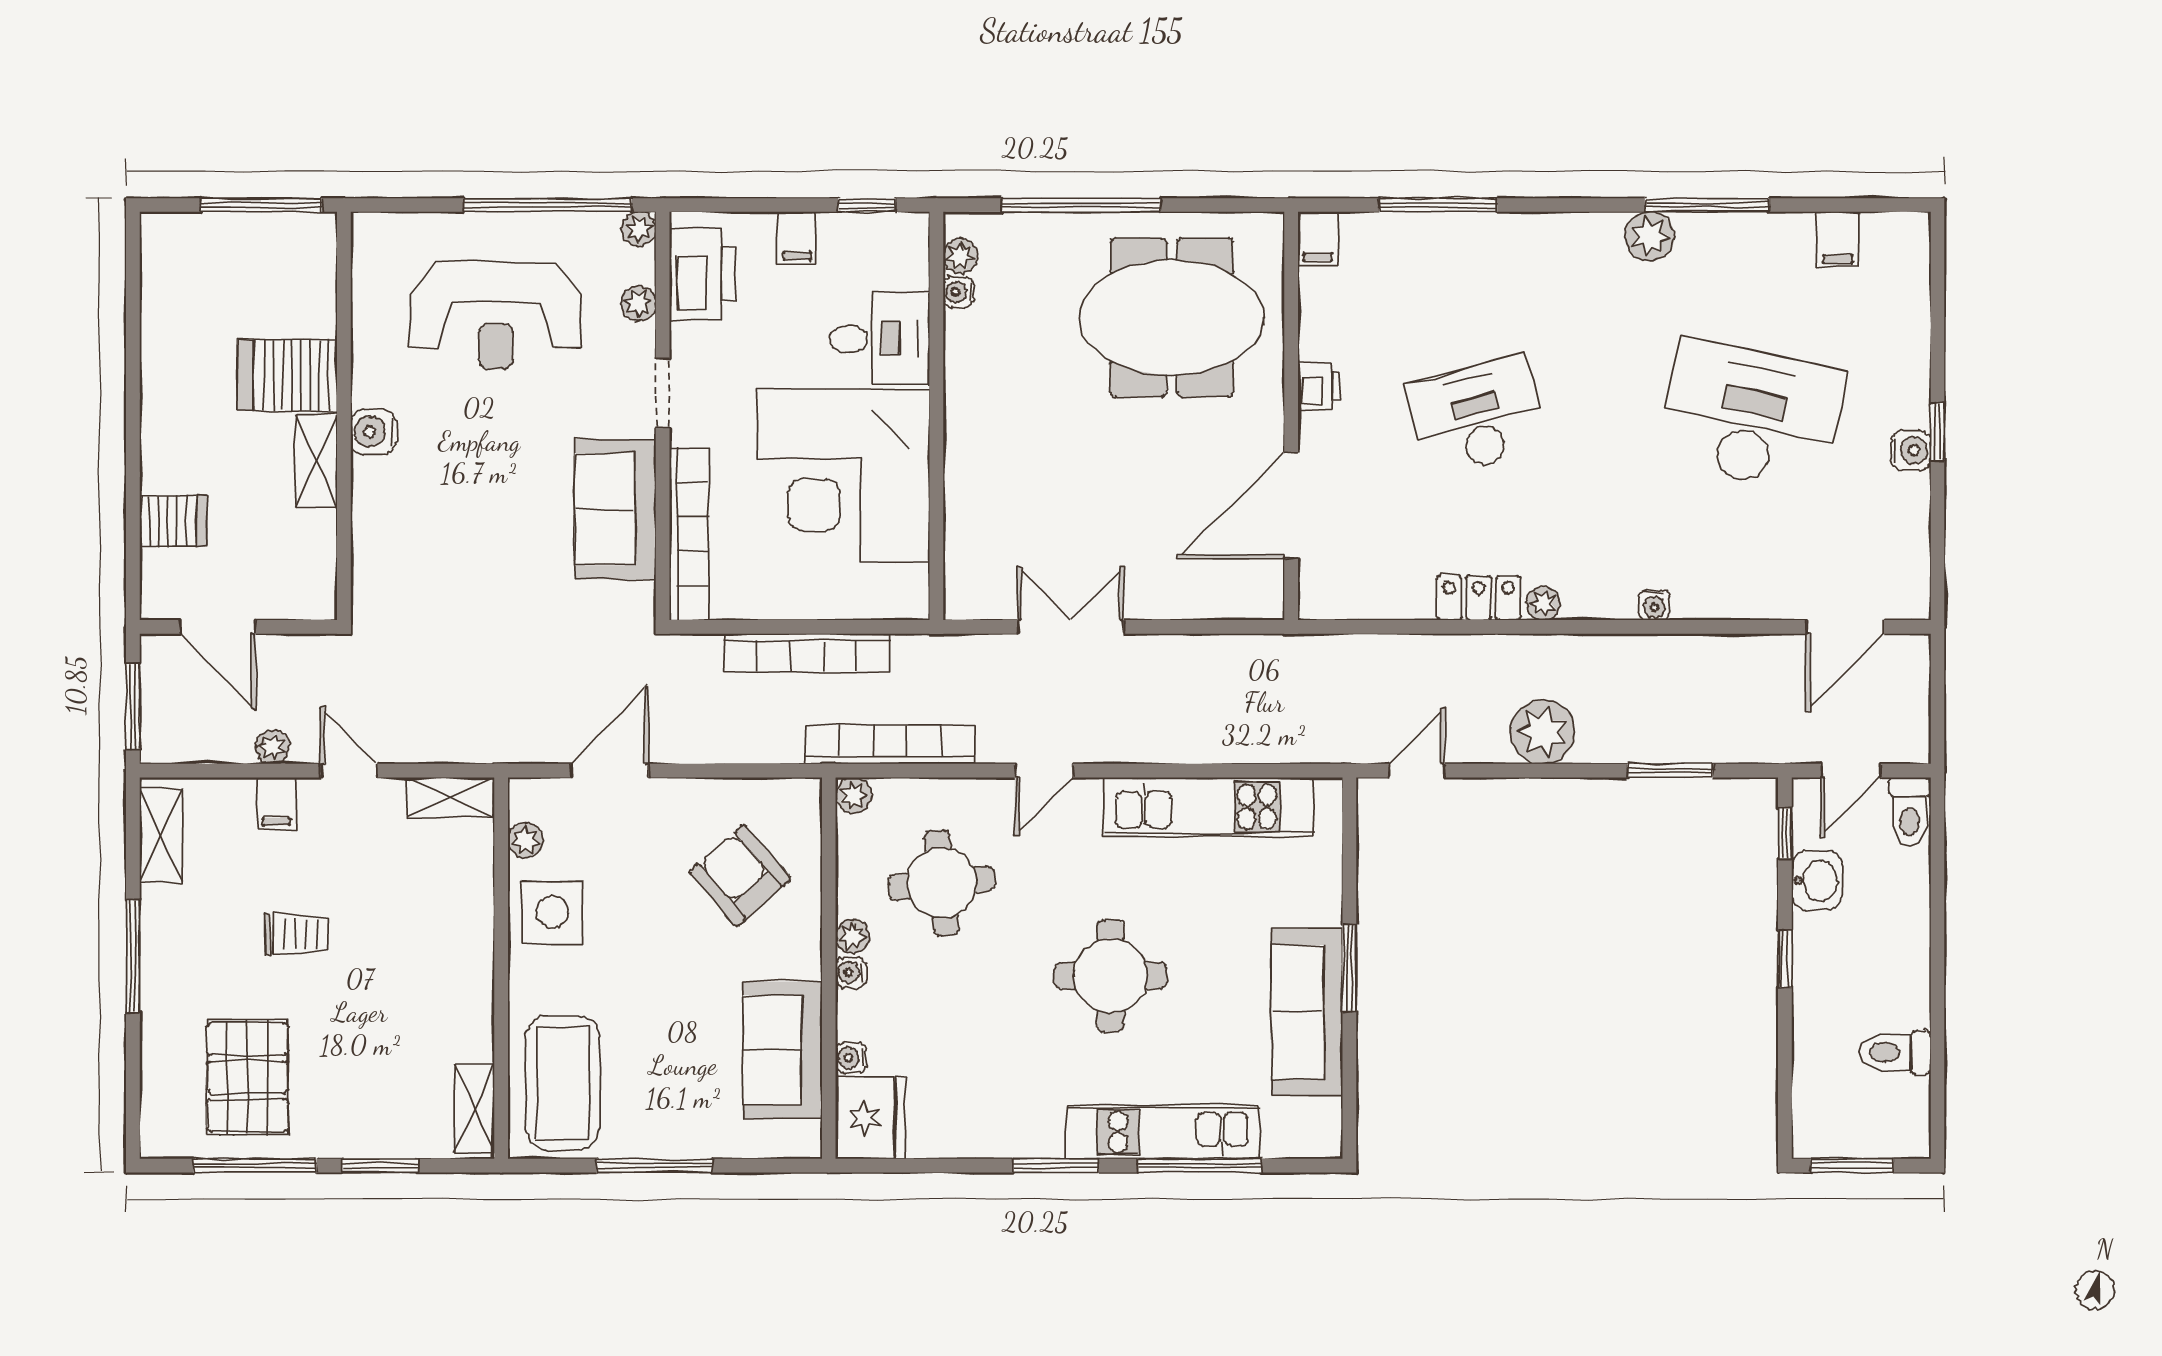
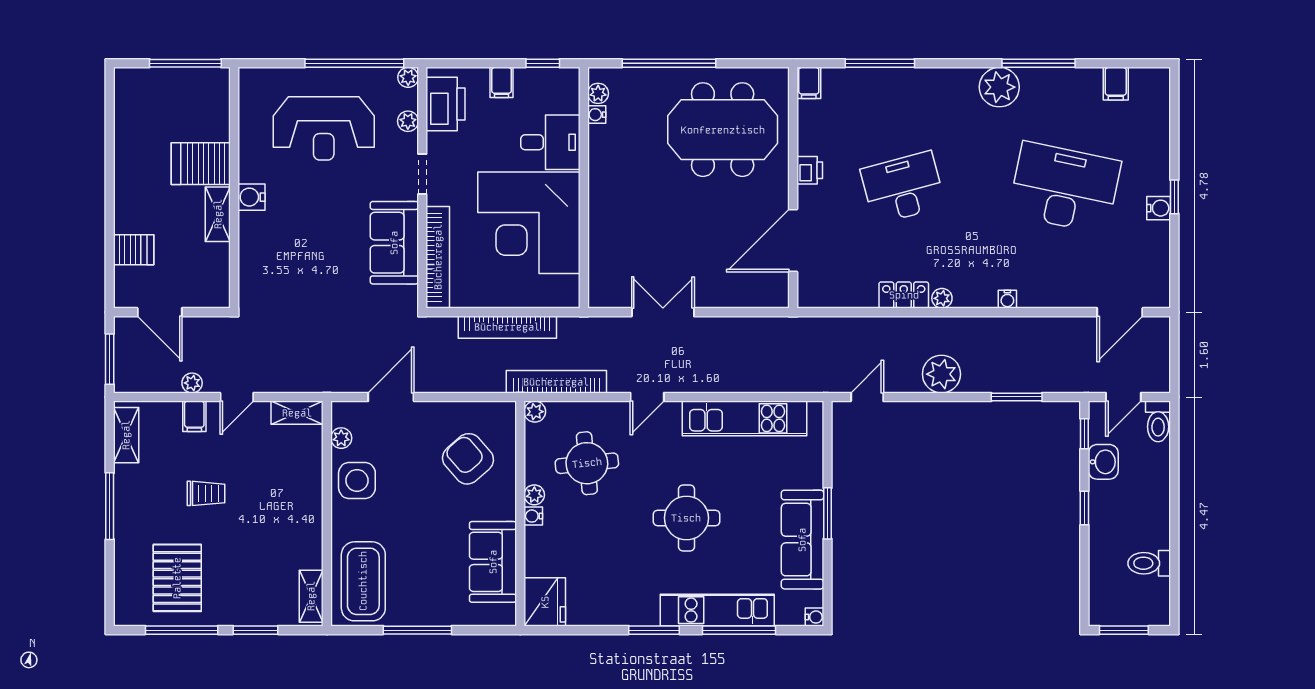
plant: (1650, 236) -> (999, 87), width x1.36, depth x1.36
door: (348, 771) -> (237, 397), swing flipped
water cooler: (851, 1058) -> (814, 617), moved, turned 180

